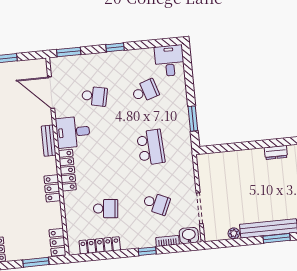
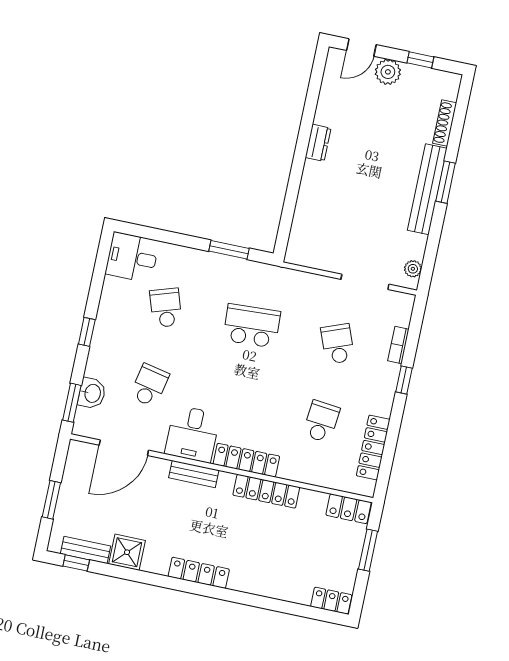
locker: (52, 188) -> (266, 491), width x1.53
school desk: (156, 204) -> (338, 344), turned -45
plant: (234, 233) -> (413, 269), moved
washbasin: (189, 236) -> (92, 393), moved, turned 180

